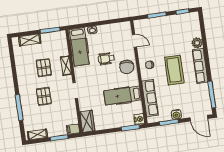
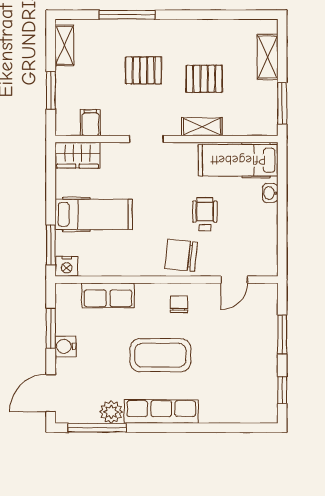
plant: (197, 43) -> (111, 412), moved
hospital bed: (123, 96) -> (94, 214), moved, turned 90
row of seats: (150, 98) -> (108, 295), width x0.68
filing cabinet: (73, 129) -> (90, 123), moved

